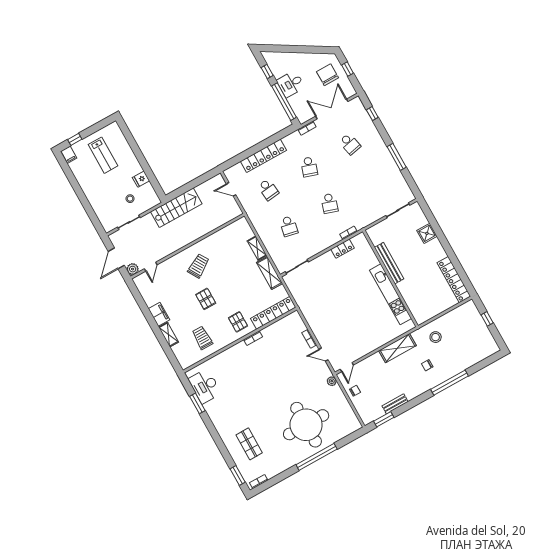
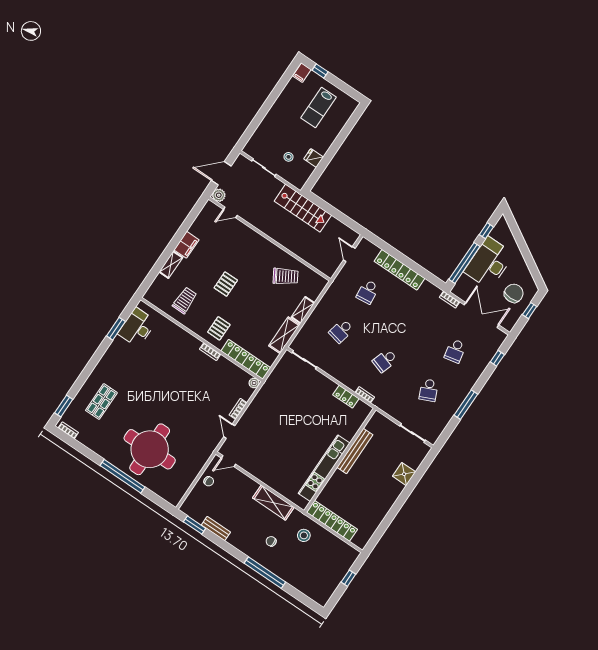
desk: (291, 84) -> (489, 263), width x1.87, depth x1.30
school desk: (309, 167) -> (429, 390), moved, turned -42
trolley: (198, 266) -> (285, 276), moved
locker: (454, 280) -> (332, 521), moved, turned 90
plant: (332, 381) -> (254, 383), moved

